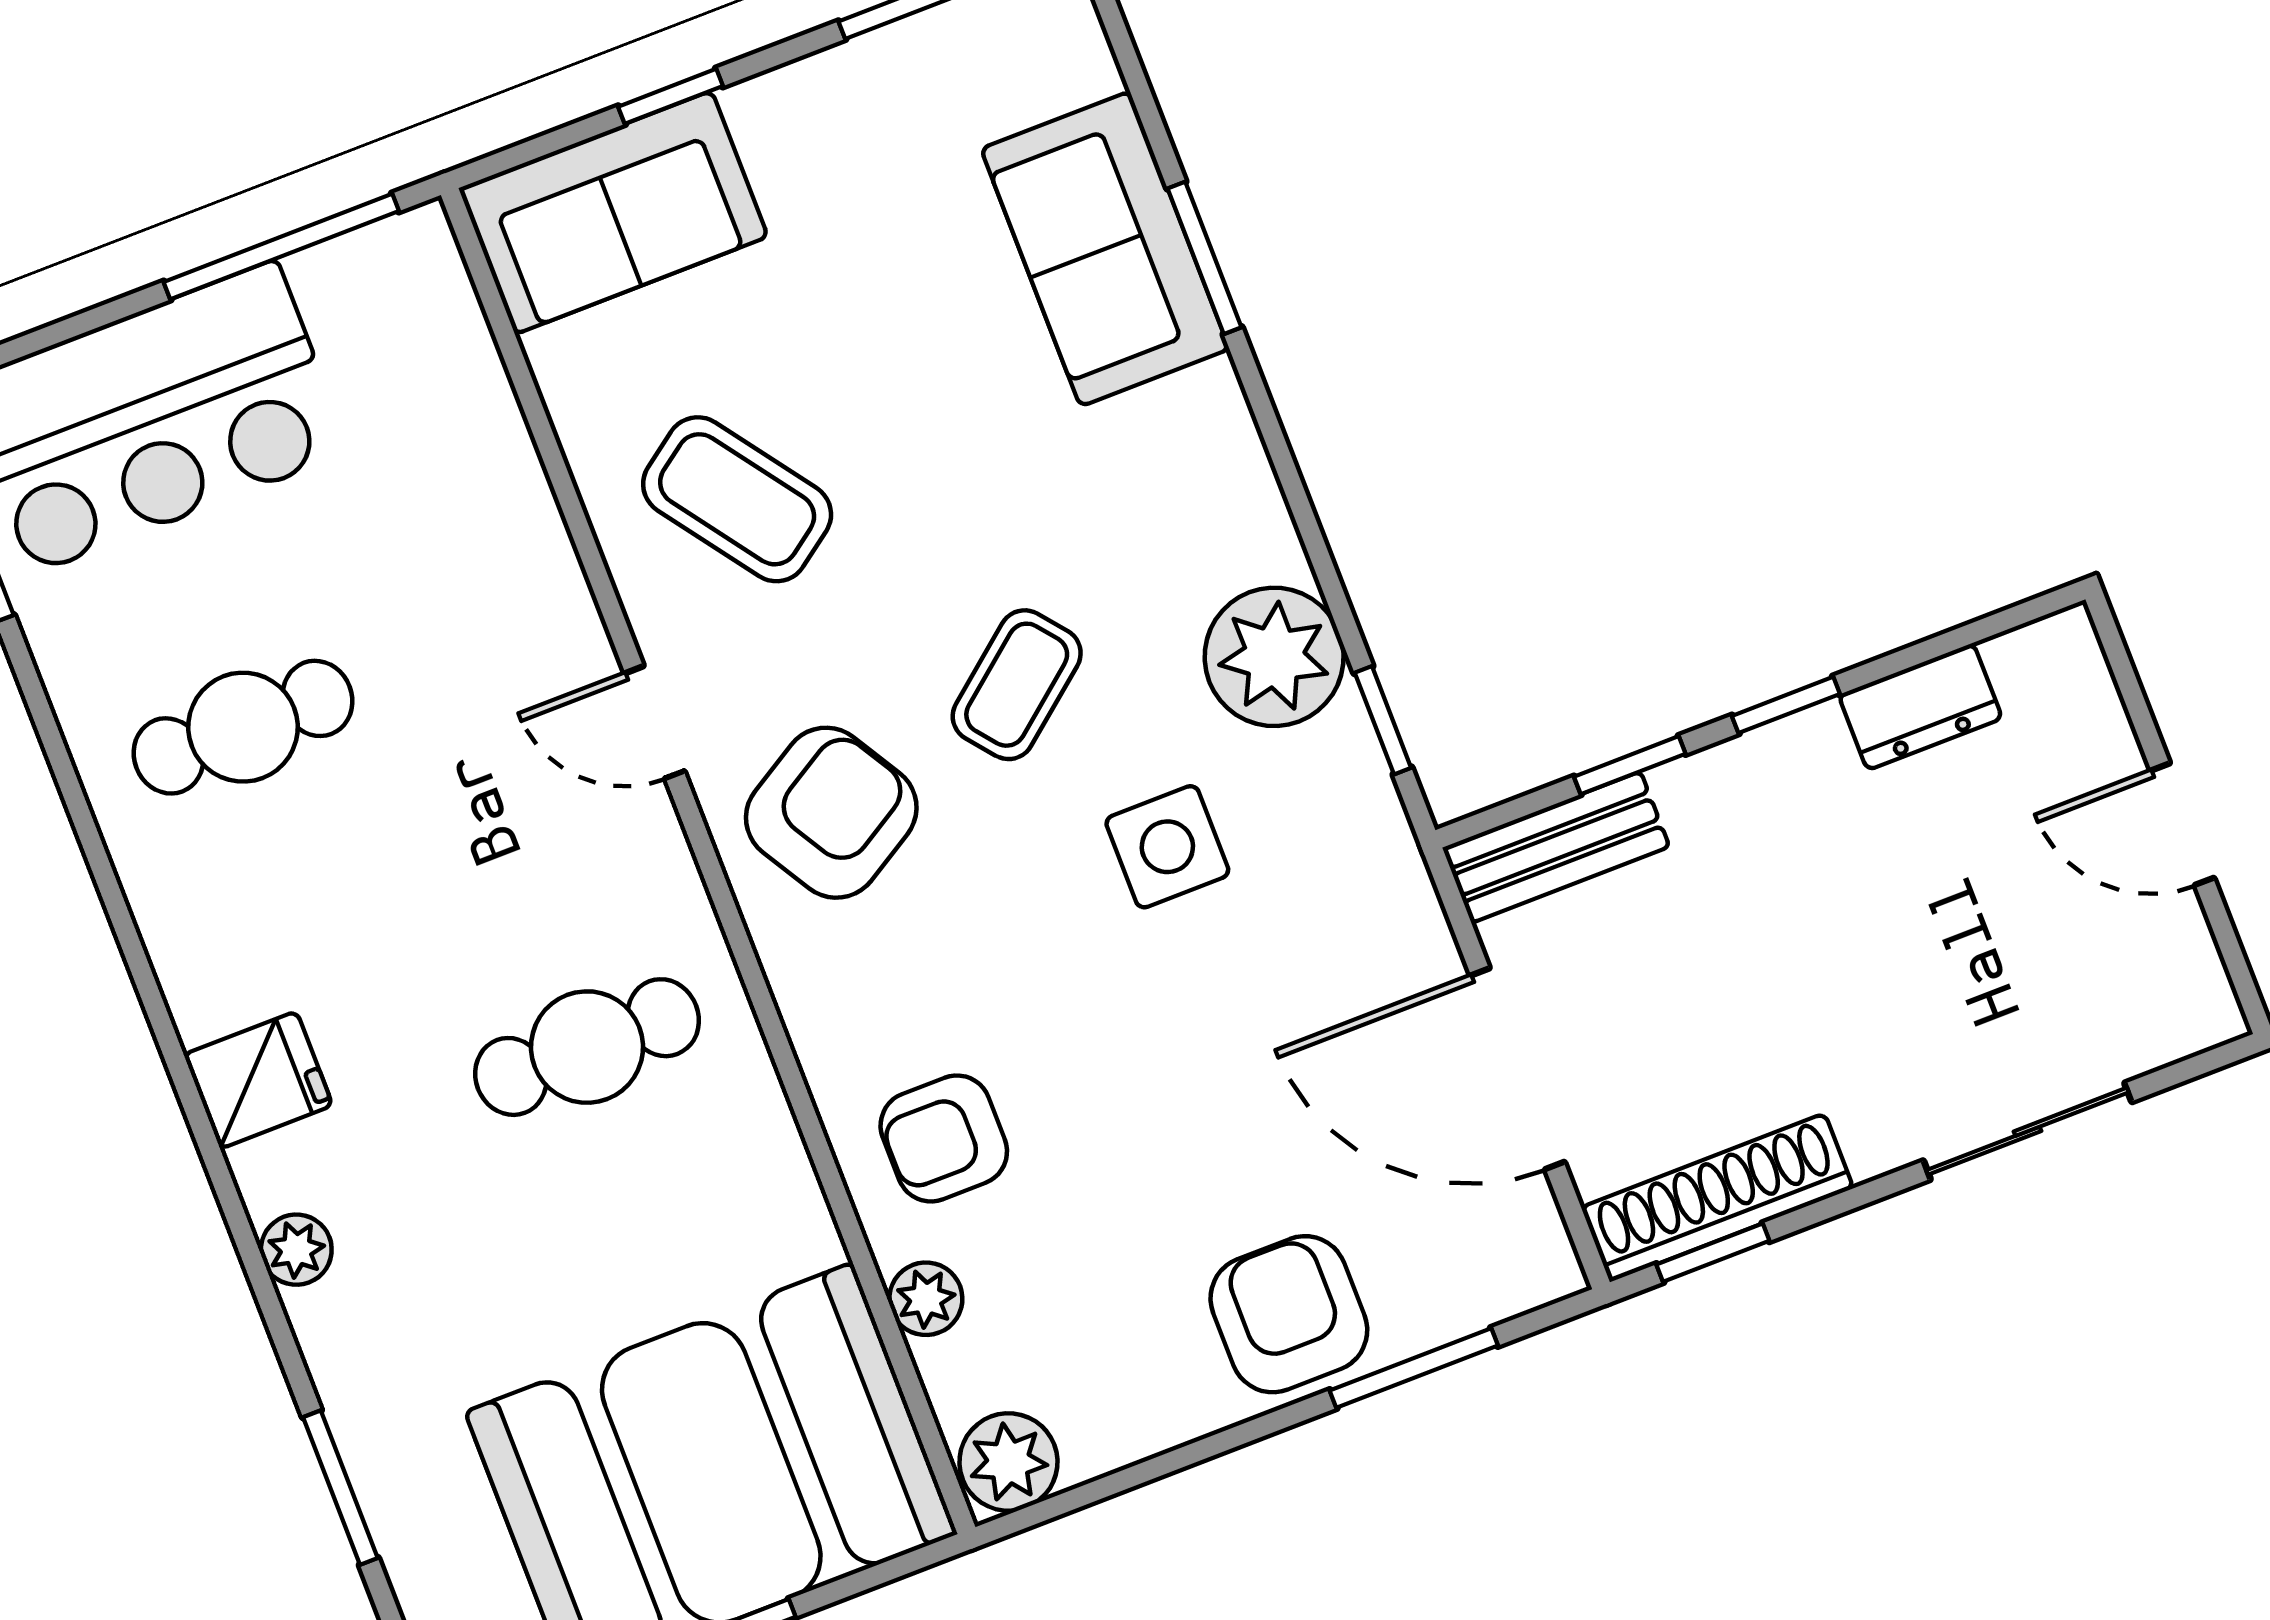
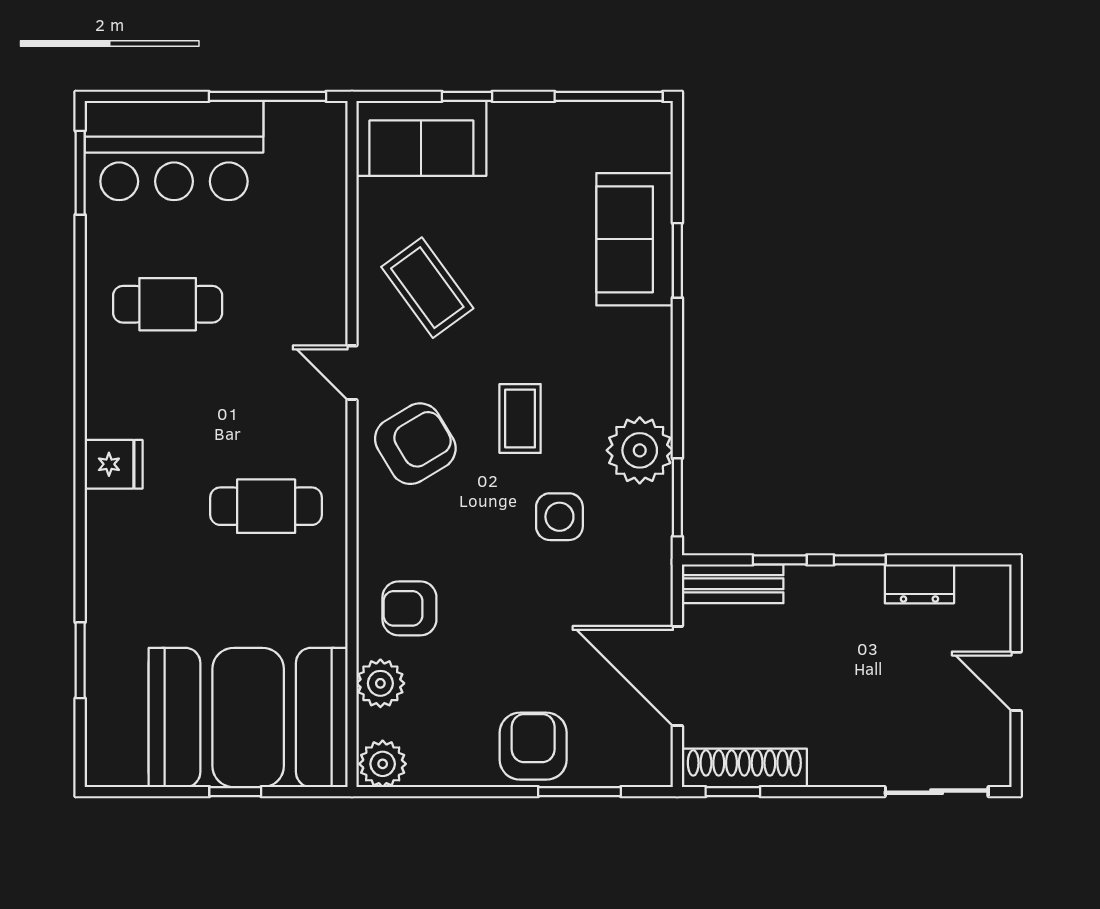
coffee table: (1017, 685) -> (520, 418), turned -51
window: (1383, 720) -> (677, 497), width x1.50
sliding door: (2028, 1131) -> (937, 792), moved
plant: (296, 1250) -> (101, 546), removed
plant: (926, 1299) -> (380, 683), width x1.38, depth x1.38

